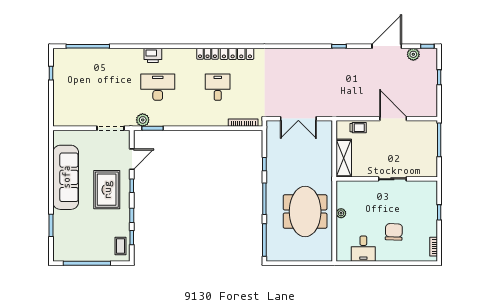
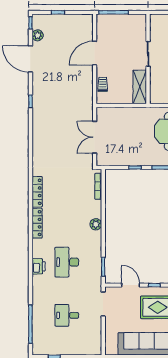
locker: (207, 54) -> (37, 223), width x1.53
desk: (218, 87) -> (67, 315), moved
double door: (298, 119) -> (95, 137), swing flipped
plant: (143, 120) -> (96, 224), moved
shelving: (344, 158) -> (140, 87), moved, turned 90

